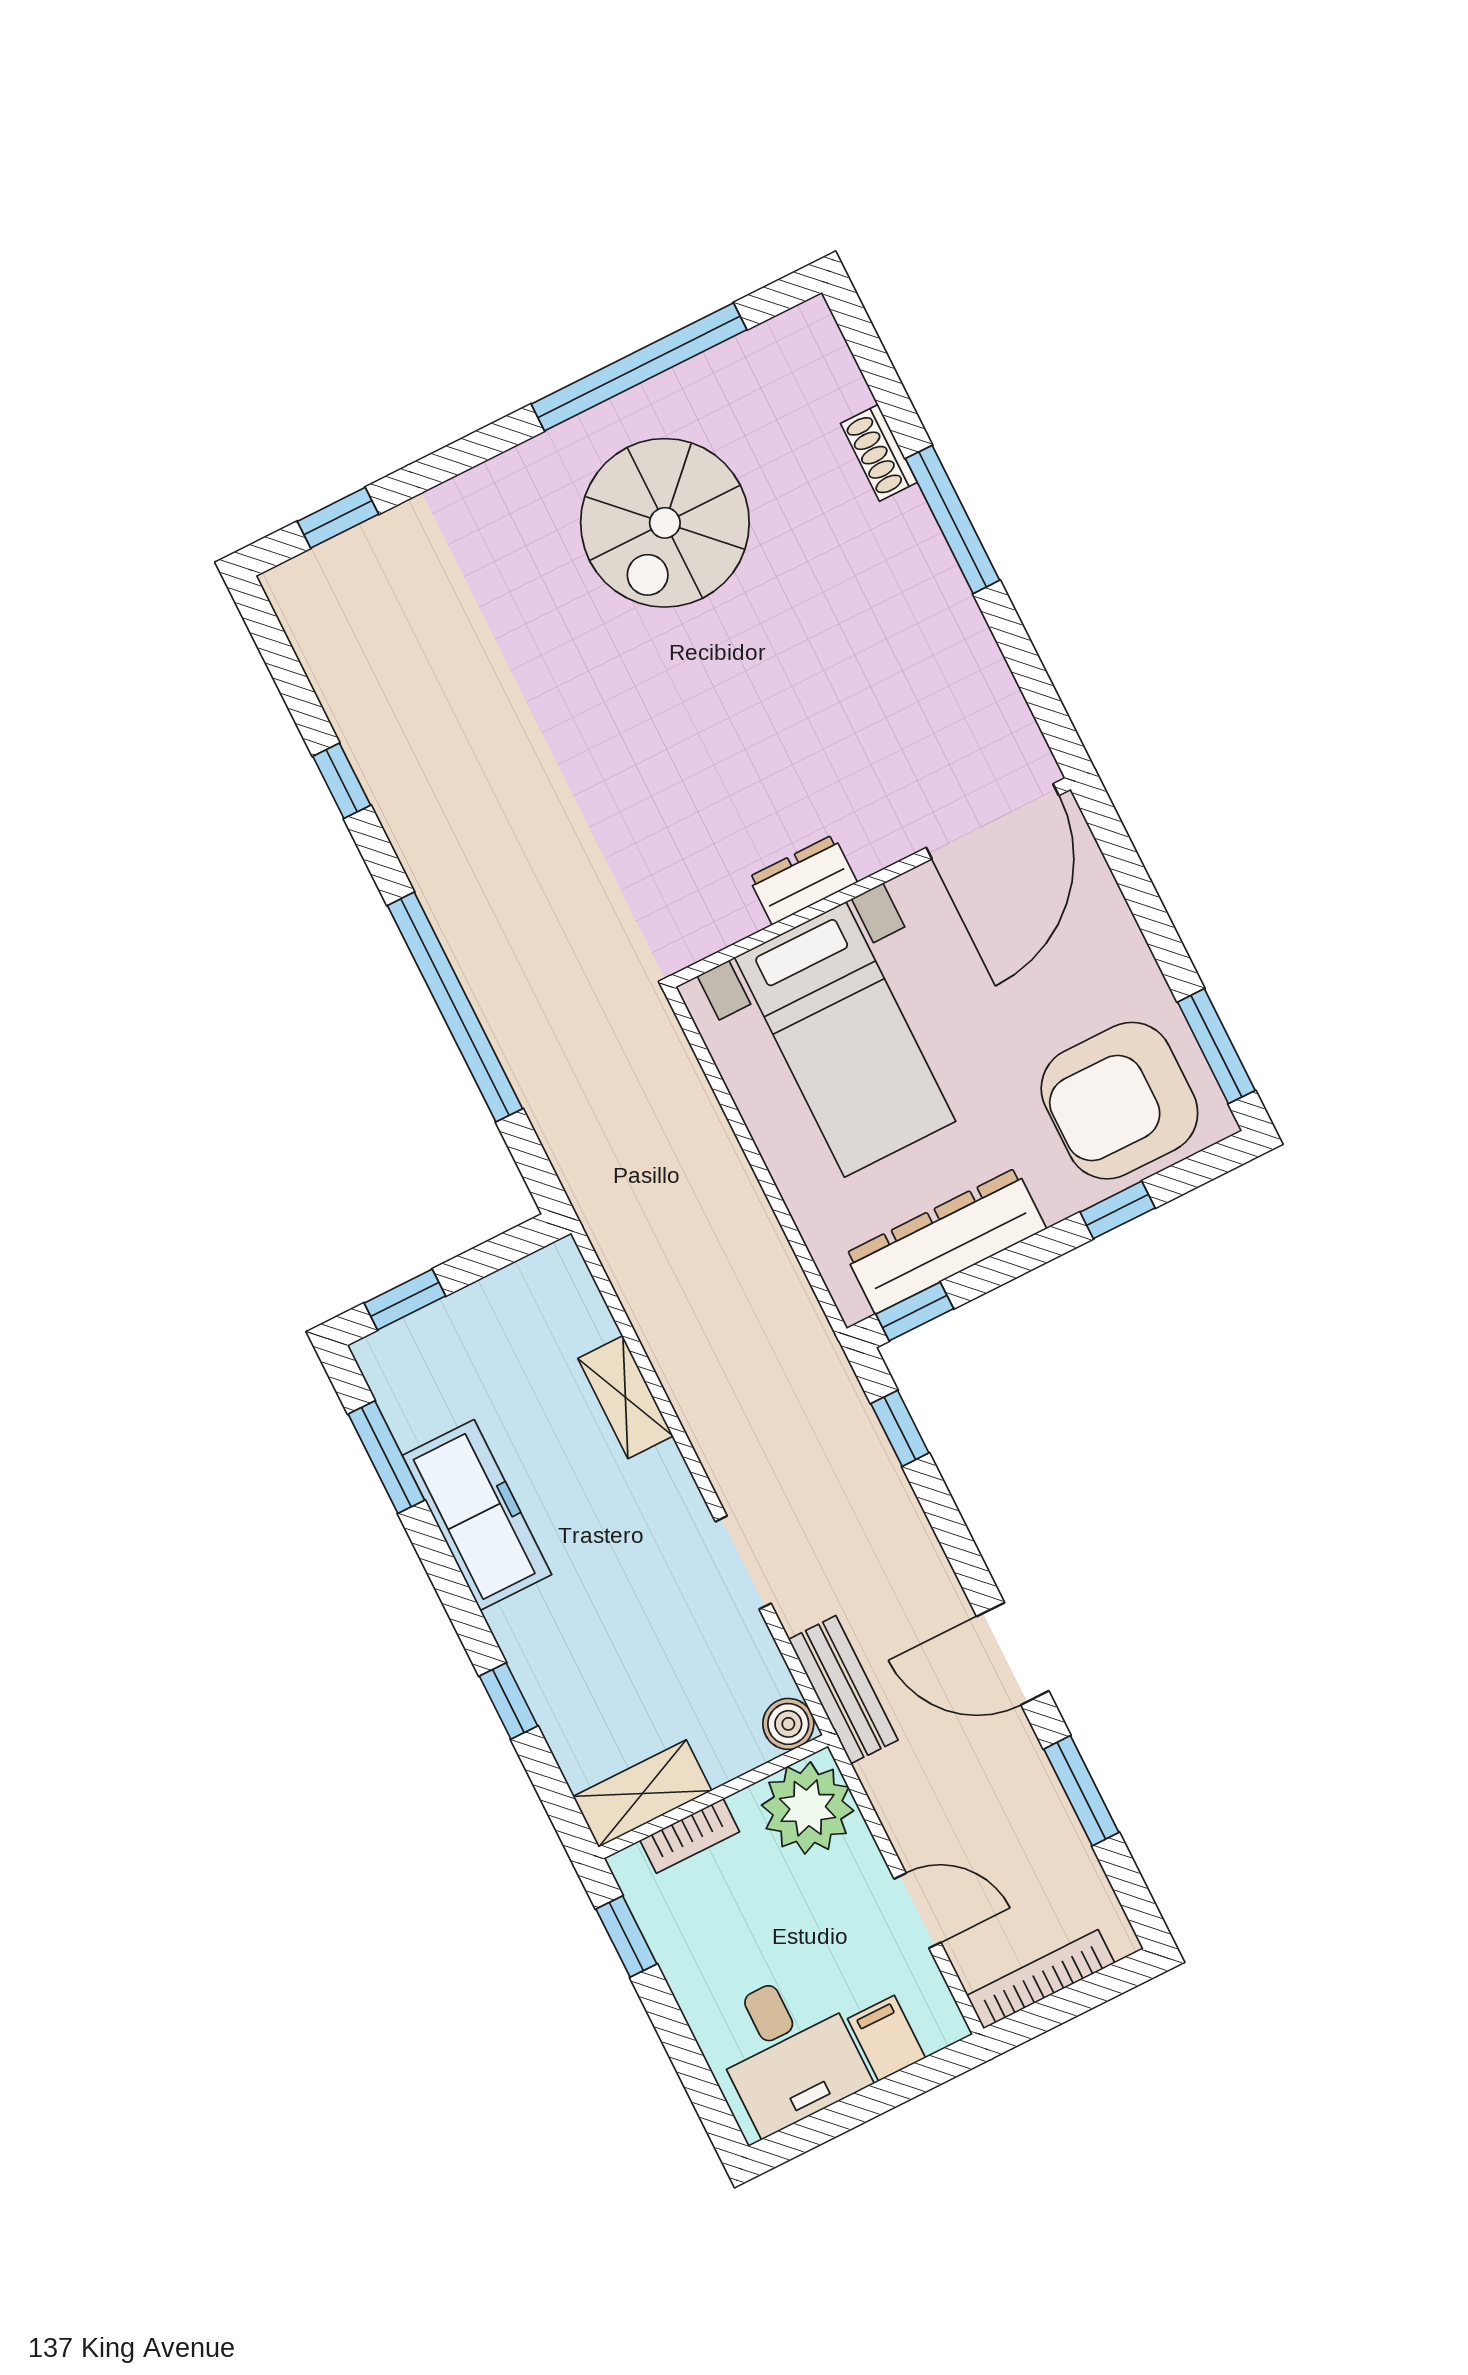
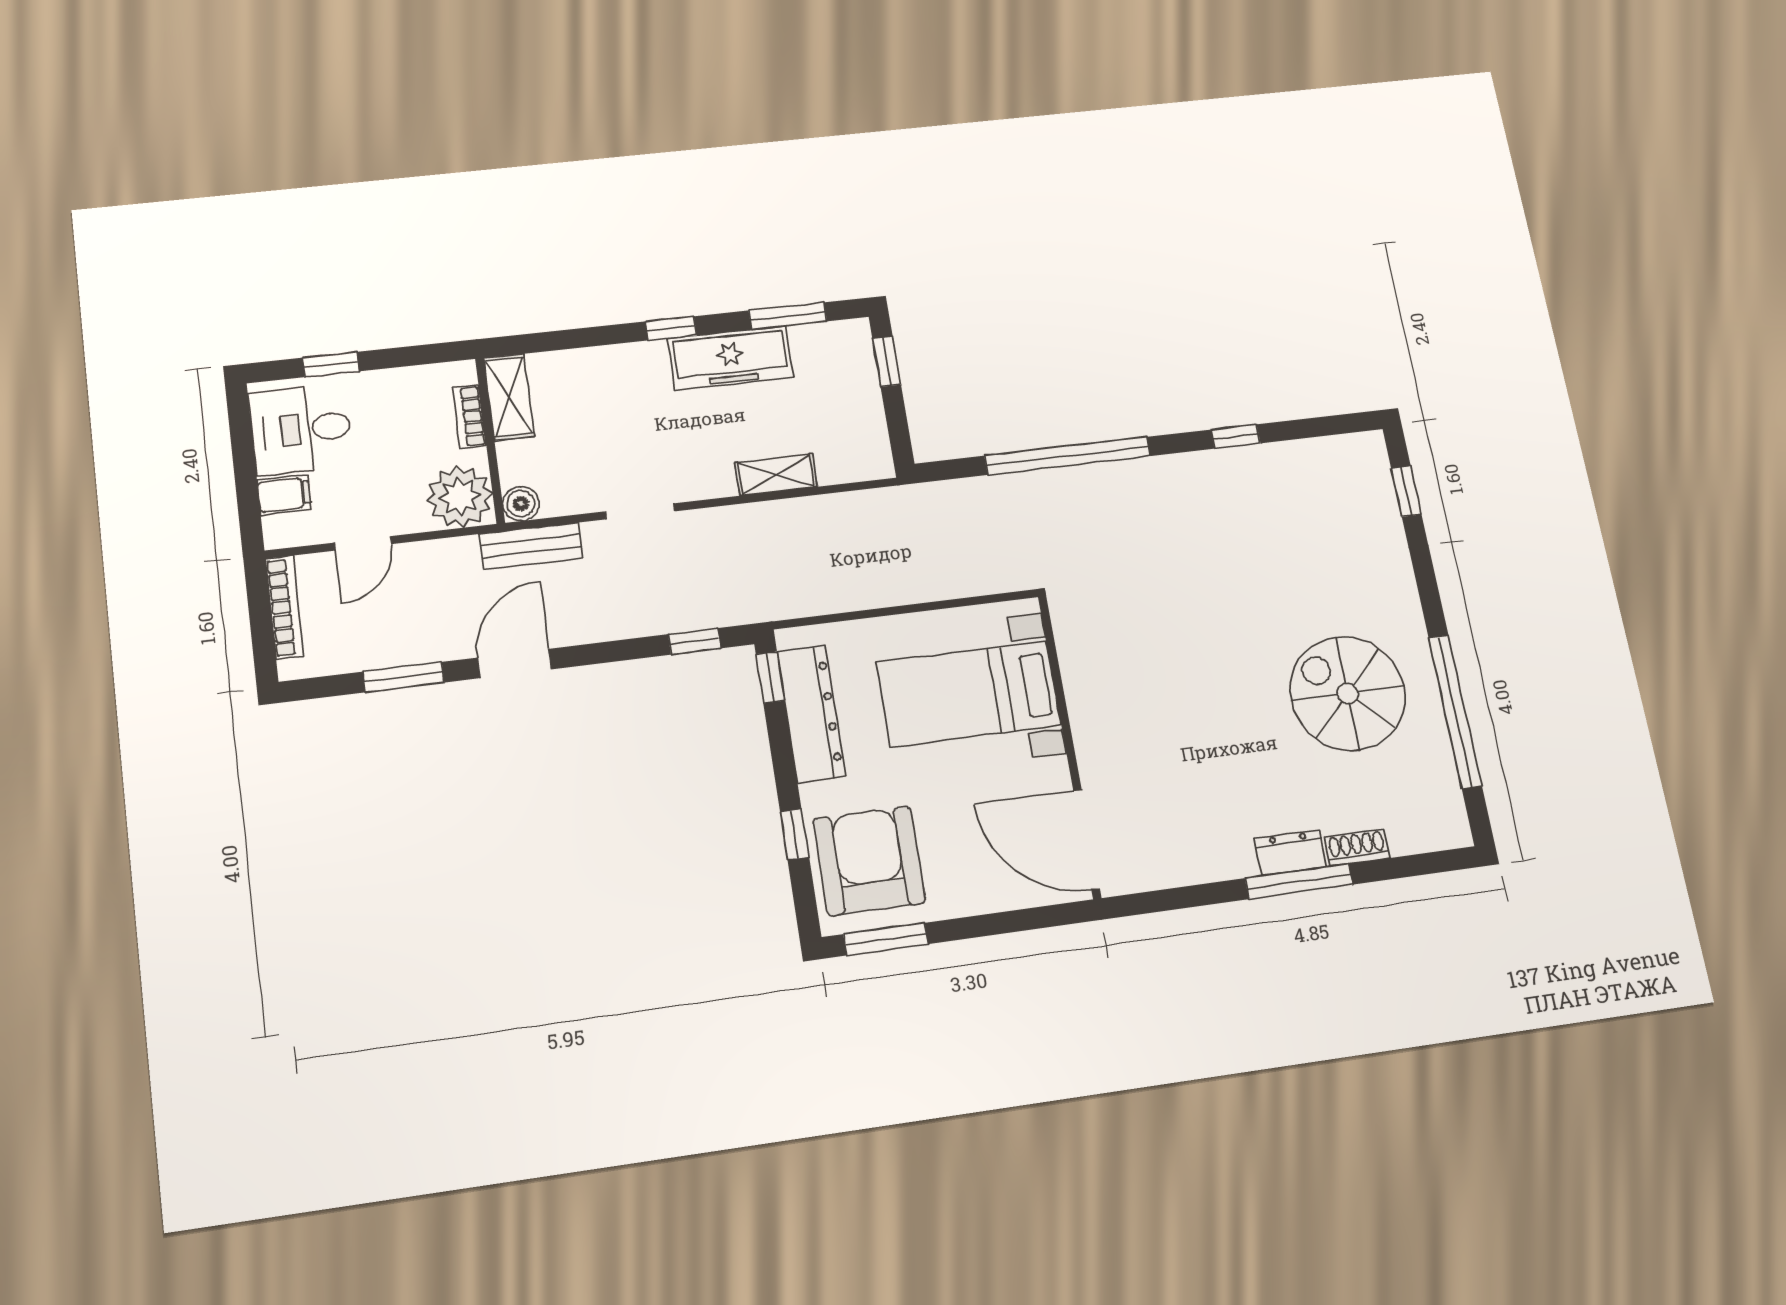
dresser: (803, 880) -> (1290, 853), moved, turned -90
window: (508, 1701) -> (671, 328), moved
window: (626, 1937) -> (331, 365), moved

